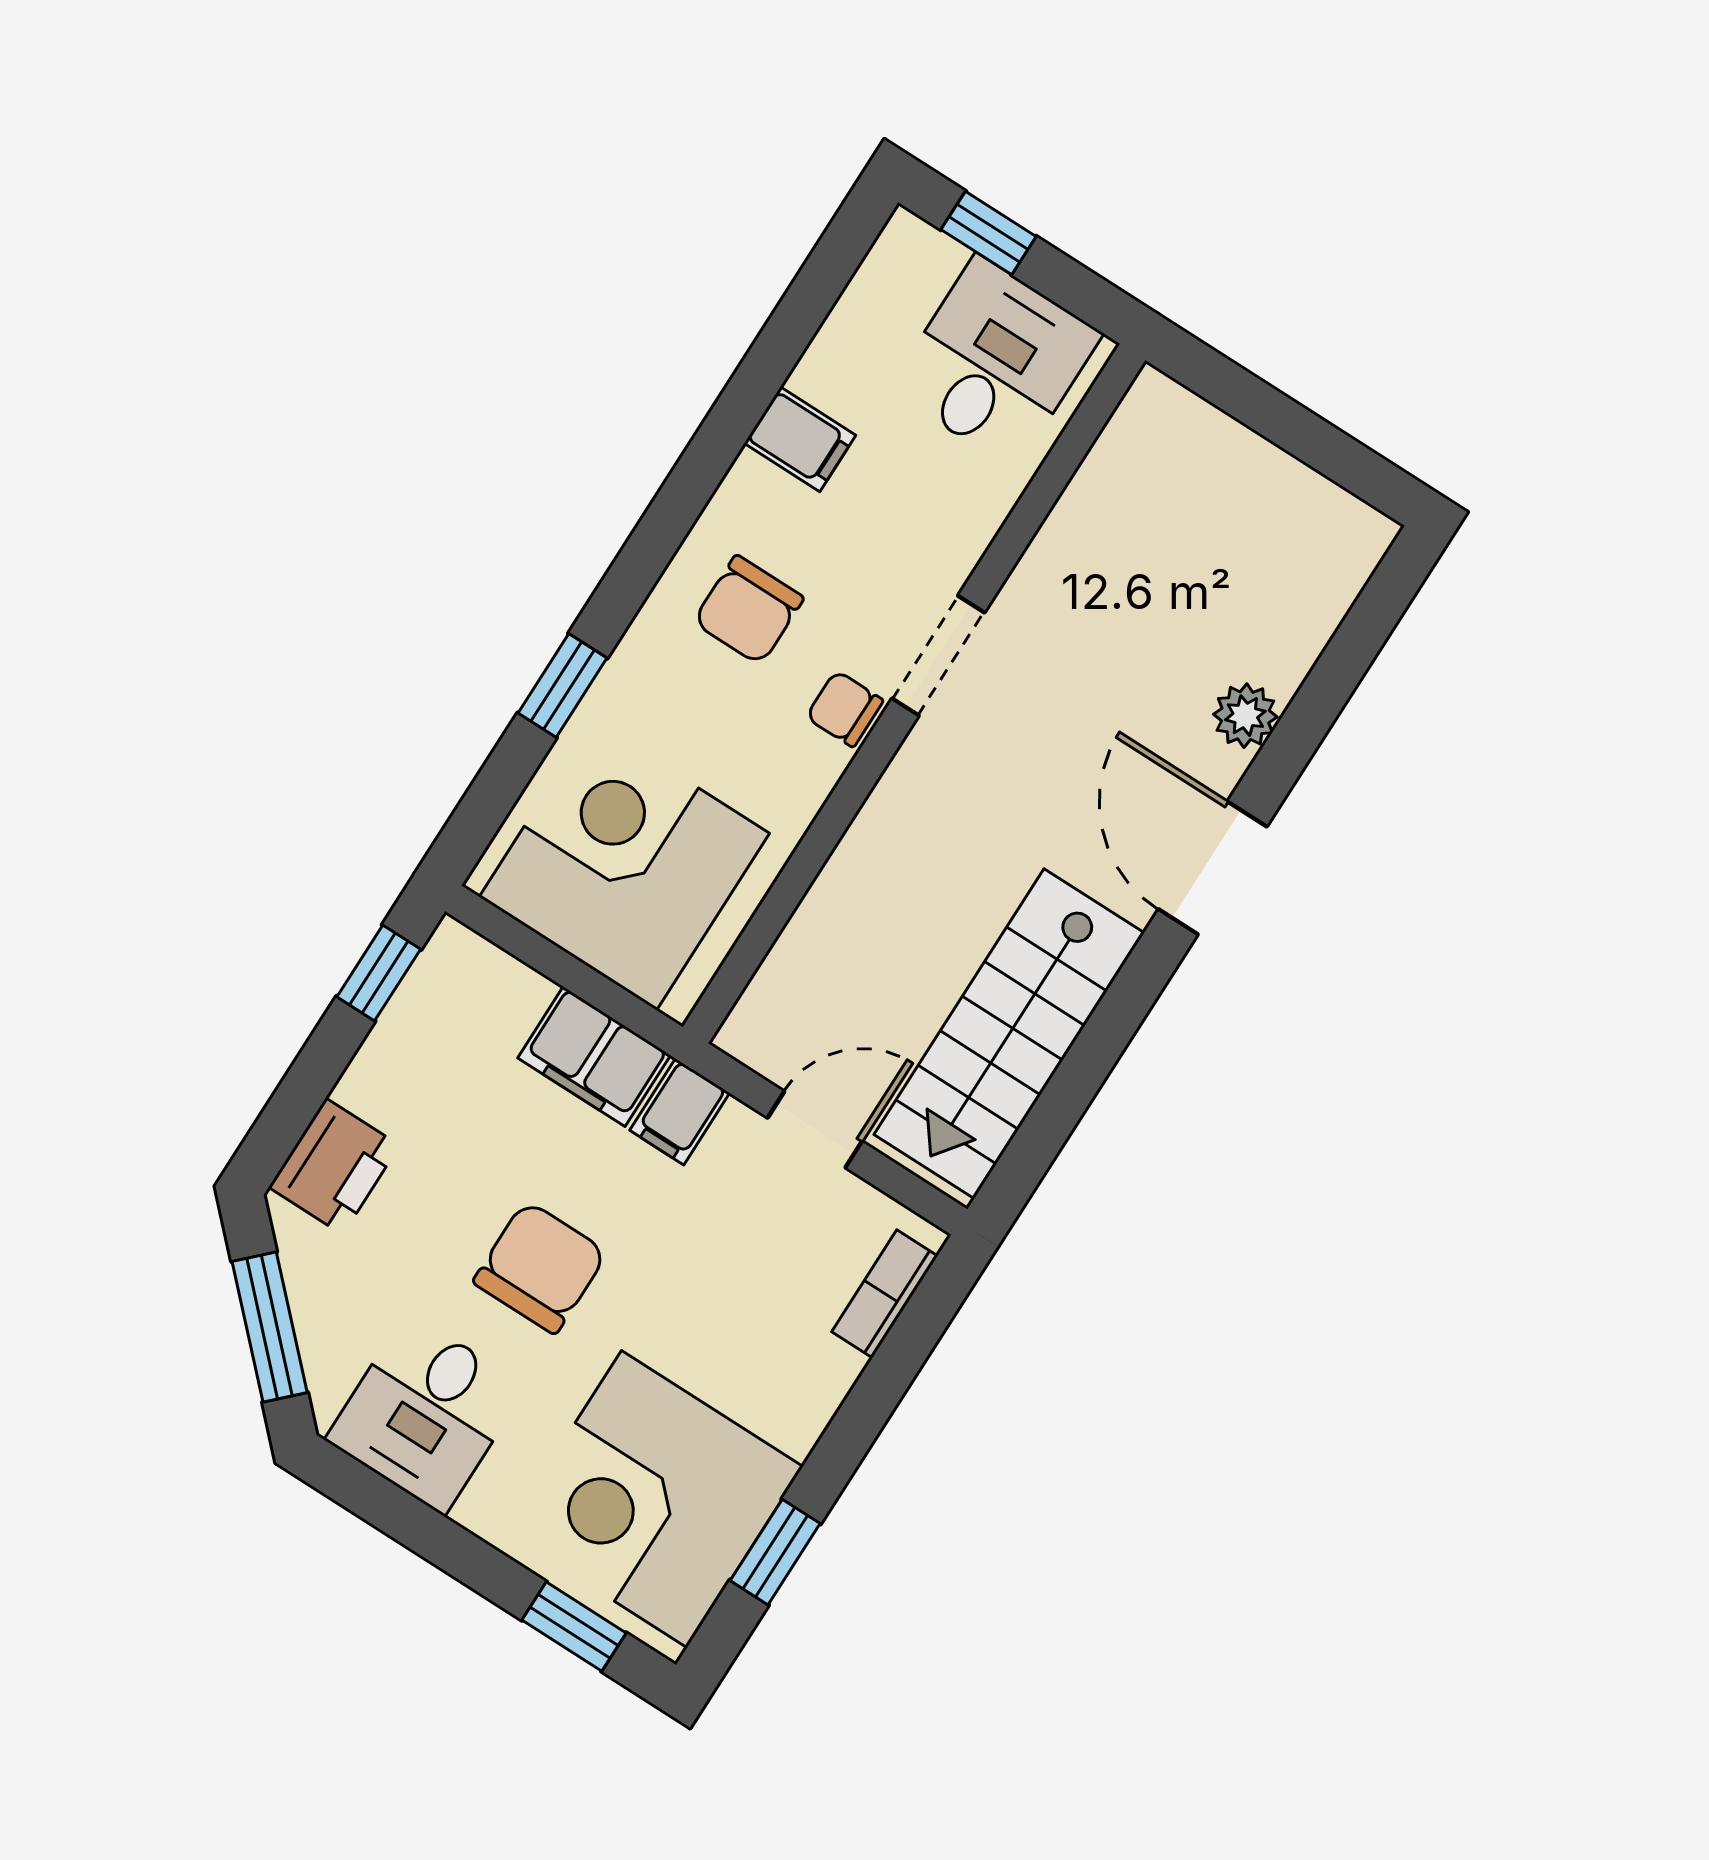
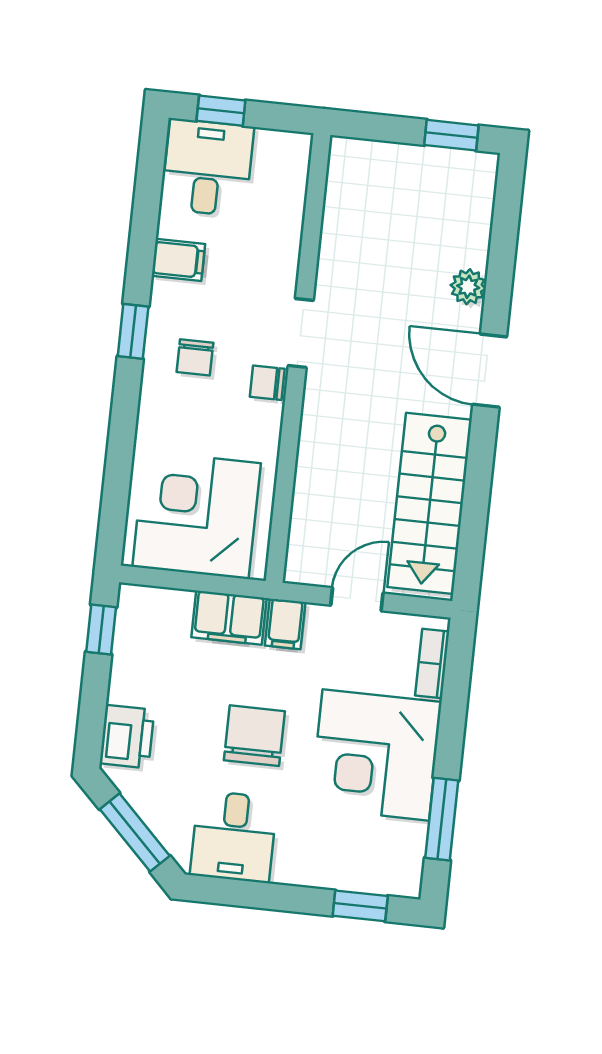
desk: (996, 362) -> (208, 168), moved
window: (1340, 458) -> (451, 135), added
chair: (748, 610) -> (195, 357), width x0.73, depth x0.73
window: (562, 686) -> (133, 331), moved
corner desk: (654, 1499) -> (376, 755), moved
window: (775, 1552) -> (442, 819), width x1.50

